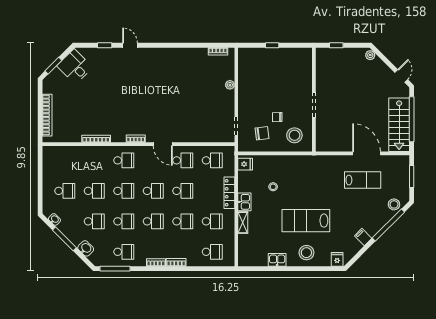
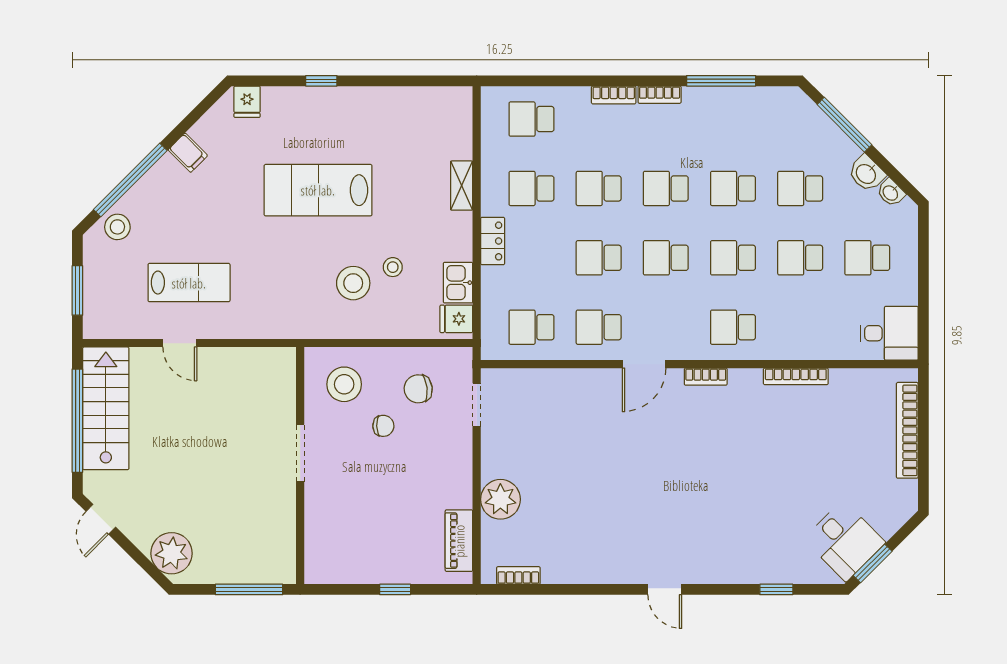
door: (130, 45) -> (665, 589), moved
window: (336, 45) -> (249, 589), width x2.17
plant: (370, 55) -> (172, 553), width x1.88, depth x1.88
window: (53, 66) -> (873, 563), moved
piano: (244, 67) -> (459, 541), added
plant: (230, 85) -> (500, 499), width x1.87, depth x1.87
door: (163, 144) -> (644, 364), swing flipped
door: (367, 153) -> (180, 343), width x0.53
desk: (55, 158) -> (889, 333), added
lab bench: (363, 180) -> (189, 283), turned 180
locker: (229, 193) -> (493, 241), width x0.66
kitchen sink: (244, 202) -> (458, 283), moved
lab bench: (306, 221) -> (318, 190), turned 180
window: (64, 239) -> (844, 125), moved
washbasin: (86, 248) -> (866, 173), moved
school desk: (124, 252) -> (733, 119), removed
stool: (306, 253) -> (353, 283), moved
kitchen sink: (277, 260) -> (384, 101), removed
window: (115, 269) -> (721, 81), moved
window: (304, 269) -> (321, 81), added

